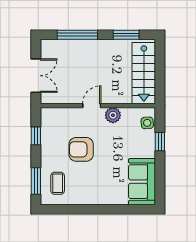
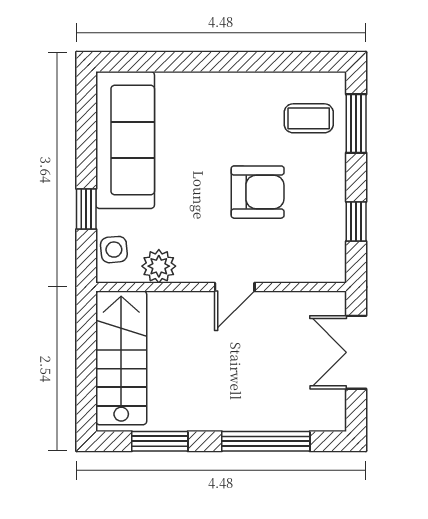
plant: (113, 115) -> (159, 266), moved
sofa: (142, 182) -> (125, 140), width x1.36
coffee table: (58, 183) -> (309, 118), turned 90

